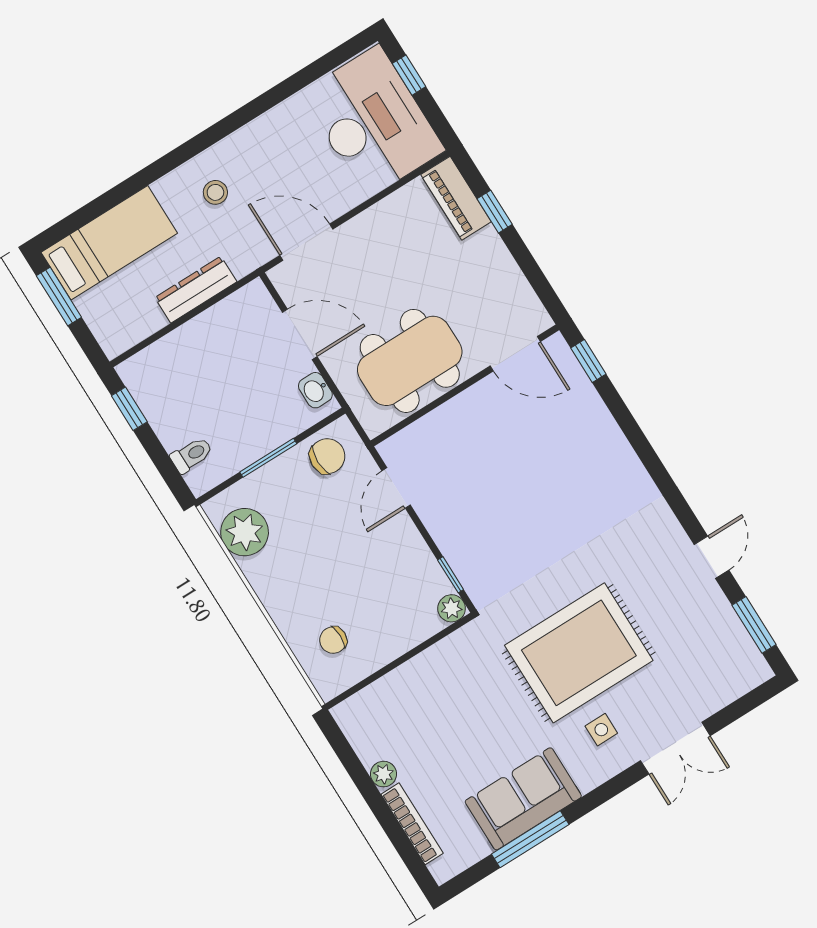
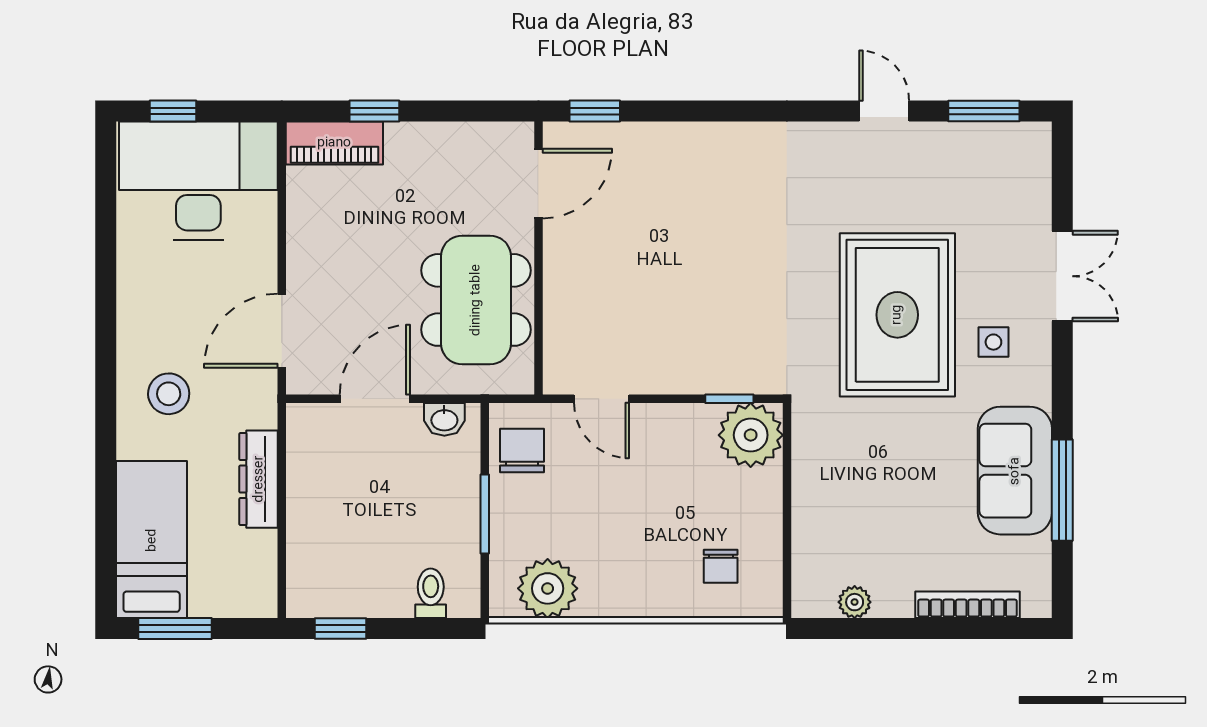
stool: (215, 192) -> (169, 394), width x1.37, depth x1.37
plant: (452, 608) -> (751, 435), width x1.87, depth x1.87
plant: (383, 774) -> (855, 602), moved

